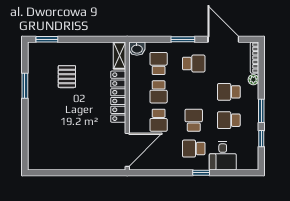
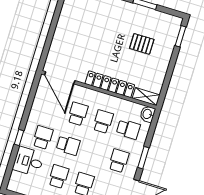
school desk: (194, 64) -> (119, 161), turned 180
school desk: (159, 92) -> (103, 122), turned 90
school desk: (159, 120) -> (78, 114), turned 90

